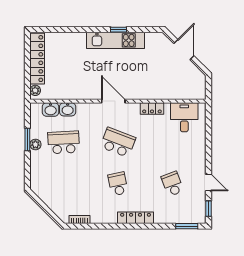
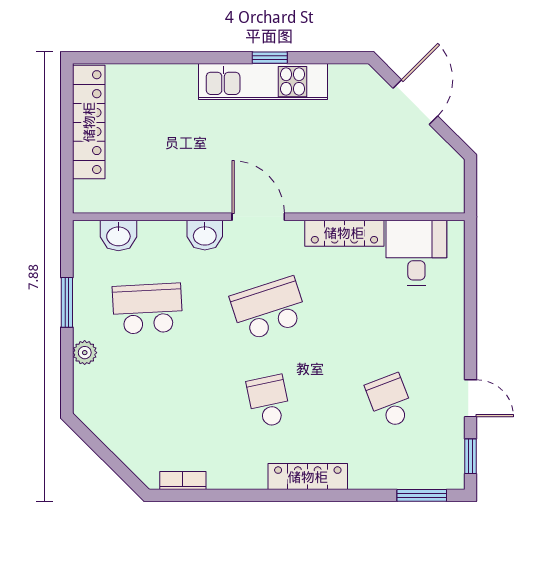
plant: (35, 90) -> (84, 193), removed
locker: (152, 108) -> (344, 233), width x1.53
washbasin: (68, 109) -> (205, 235), moved
school desk: (118, 142) -> (269, 309), turned -39
plant: (35, 144) -> (85, 353), moved

